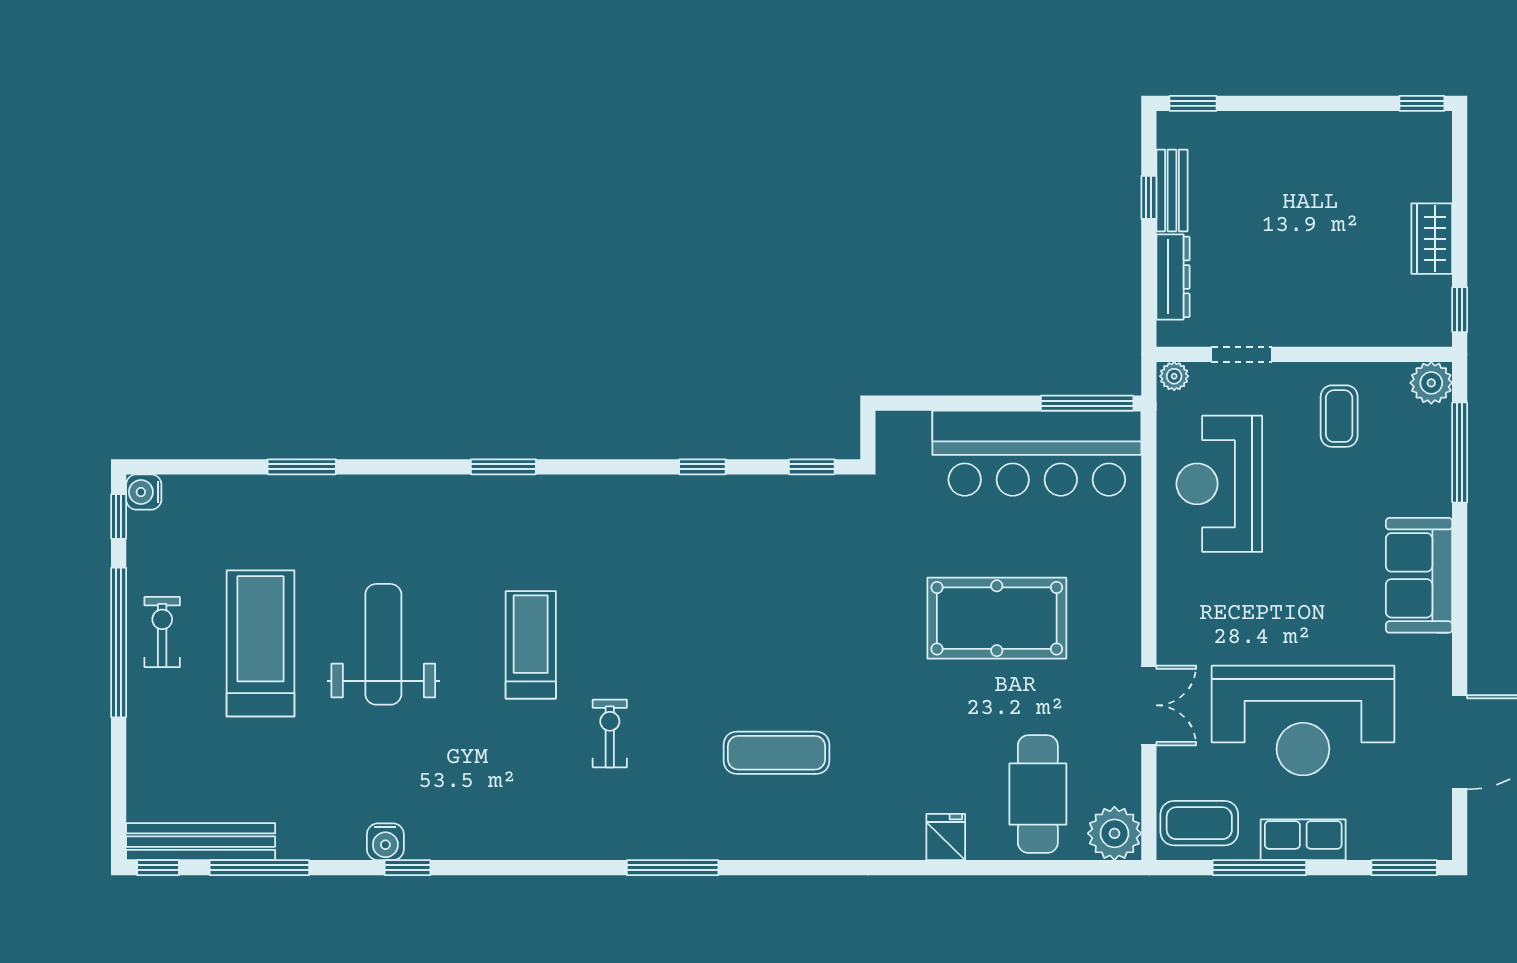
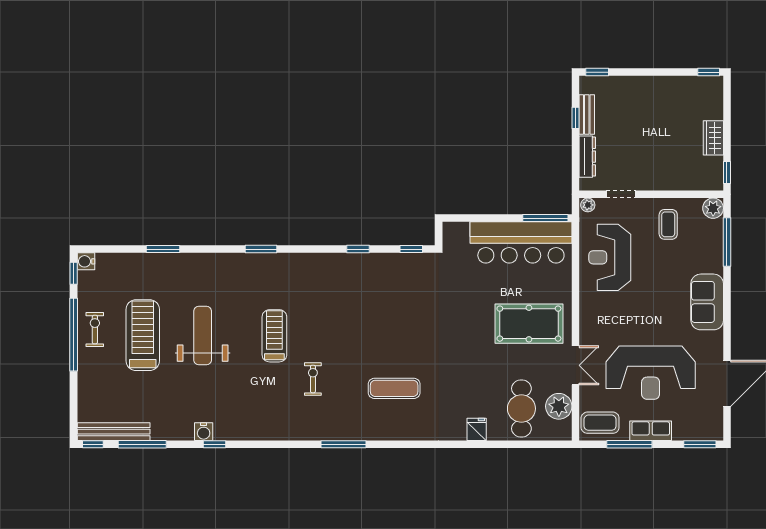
pool table: (997, 618) -> (529, 324), moved
plant: (1114, 833) -> (559, 406), moved

